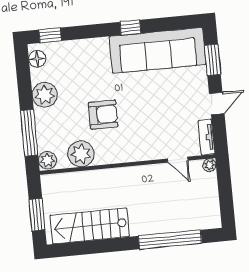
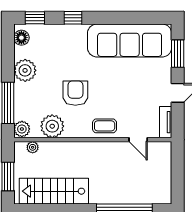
window: (130, 28) -> (73, 18), moved
armchair: (103, 115) -> (75, 93), turned -90
coffee table: (139, 148) -> (105, 126), added
plant: (209, 165) -> (33, 147), moved

